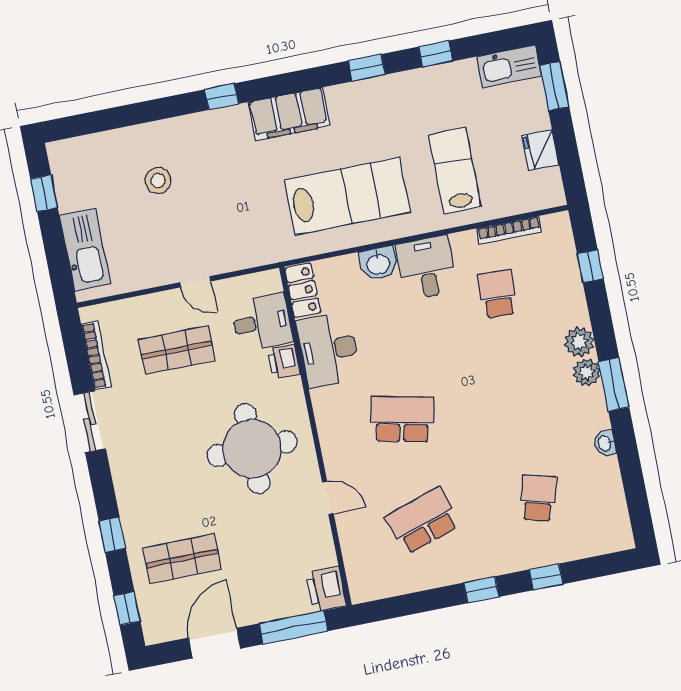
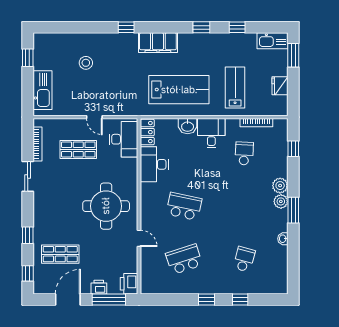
desk: (262, 322) -> (124, 139), width x1.37
printer: (284, 362) -> (99, 287), moved, turned 90

